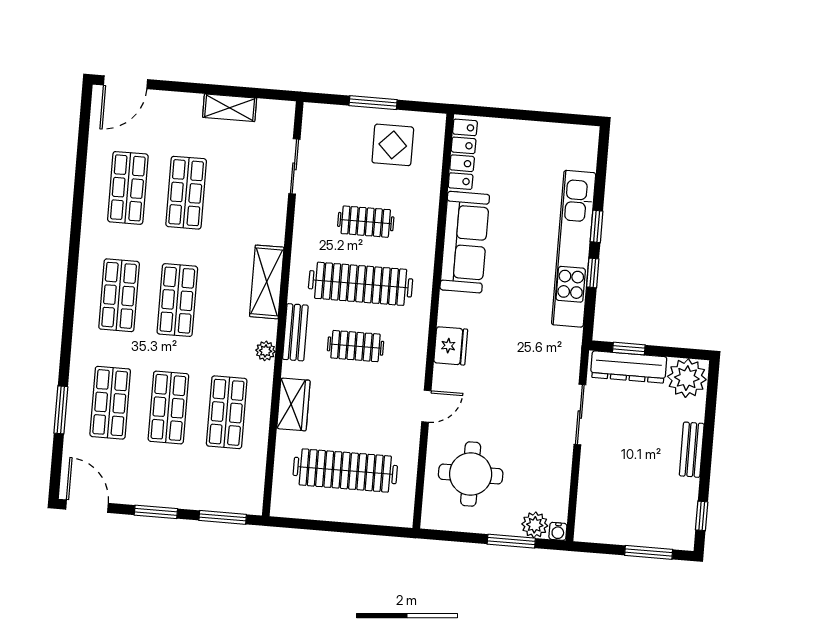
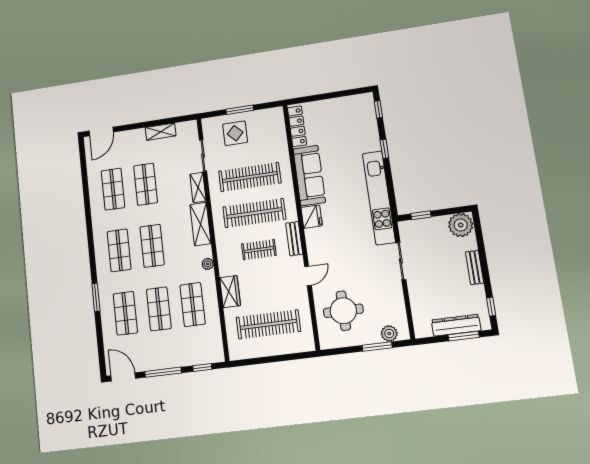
display table: (393, 145) -> (235, 133), moved
shelving: (275, 219) -> (198, 188), added
clothes rail: (366, 222) -> (250, 177), width x1.86, depth x1.31
kitchen unit: (574, 249) -> (379, 198), moved
window: (593, 273) -> (378, 109), moved
bench: (295, 332) -> (294, 239), moved
fridge: (451, 346) -> (312, 217), moved
dresser: (629, 367) -> (456, 325), moved, turned 180
window: (61, 410) -> (96, 297), moved
window: (156, 512) -> (163, 372), width x1.44
window: (223, 517) -> (202, 367), width x0.67
water cooler: (558, 531) -> (404, 335), removed

